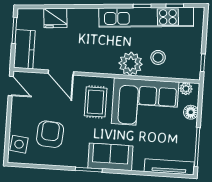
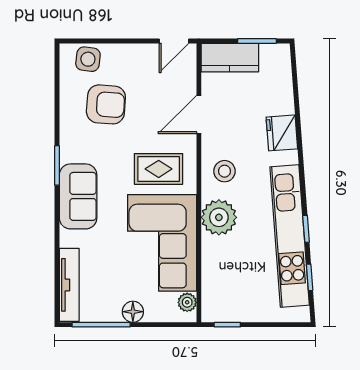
fridge: (55, 18) -> (282, 133), moved
stool: (158, 57) -> (224, 171), moved
floor lamp: (191, 112) -> (133, 312), moved

